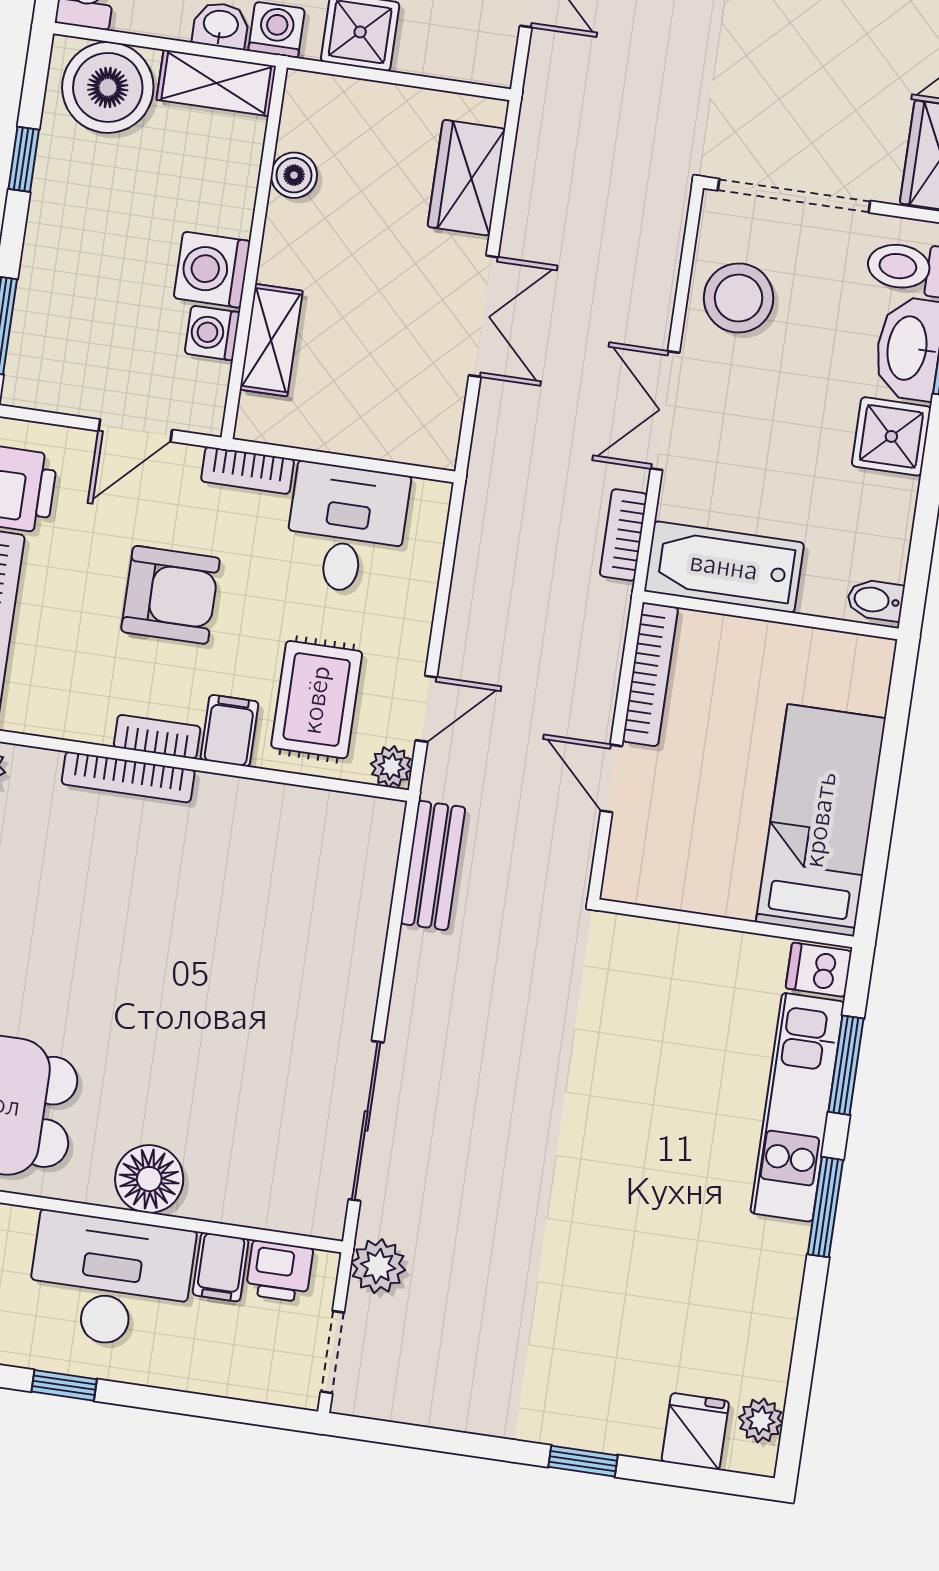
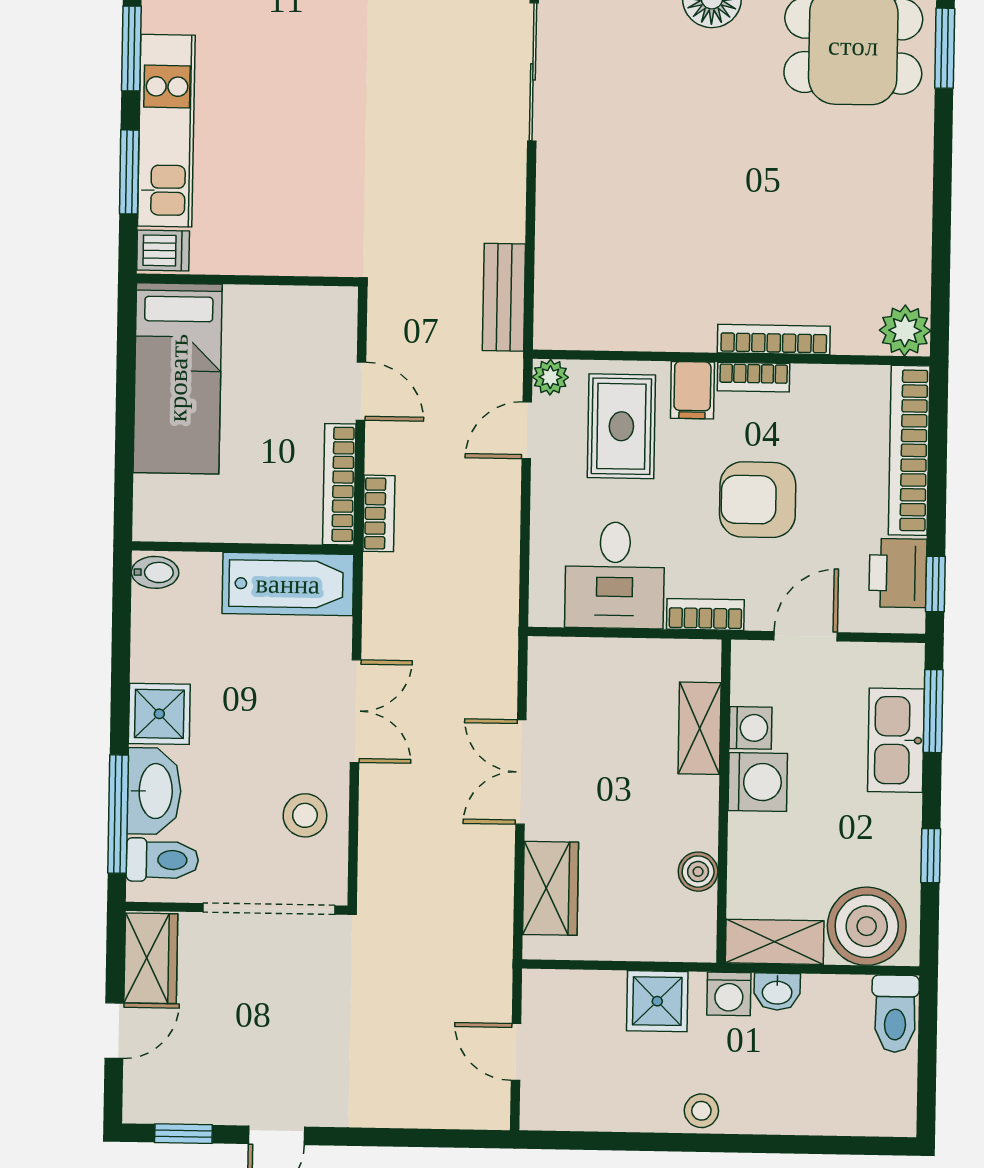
kitchen sink: (47, 297) -> (896, 740), added
stool: (739, 298) -> (305, 815), width x0.73, depth x0.73
bookcase: (623, 535) -> (379, 513), moved

